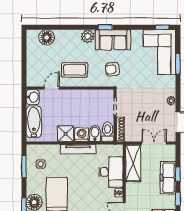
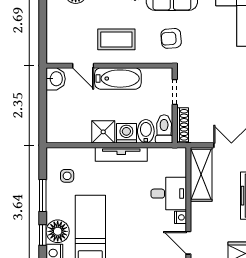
door: (52, 88) -> (83, 66), swing flipped
bathtub: (34, 122) -> (118, 79), moved, turned 90
window: (24, 166) -> (43, 196), moved
desk: (111, 172) -> (169, 194), width x0.73

